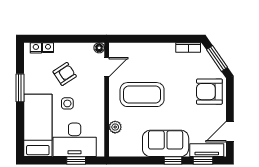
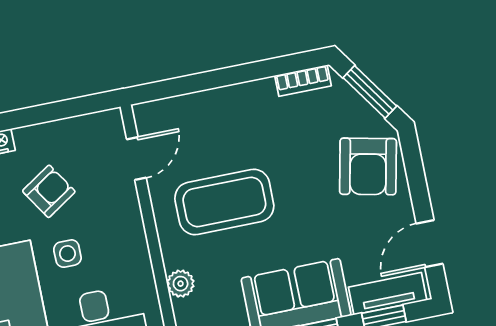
floor lamp: (99, 48) -> (112, 120), removed
armchair: (209, 92) -> (368, 166), turned -78

